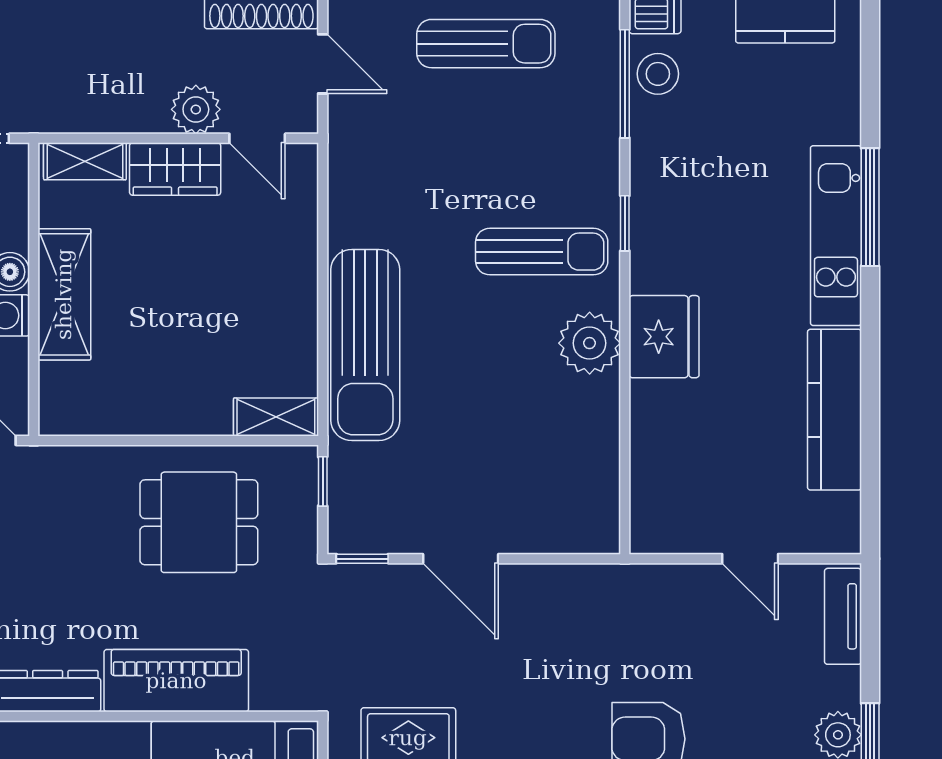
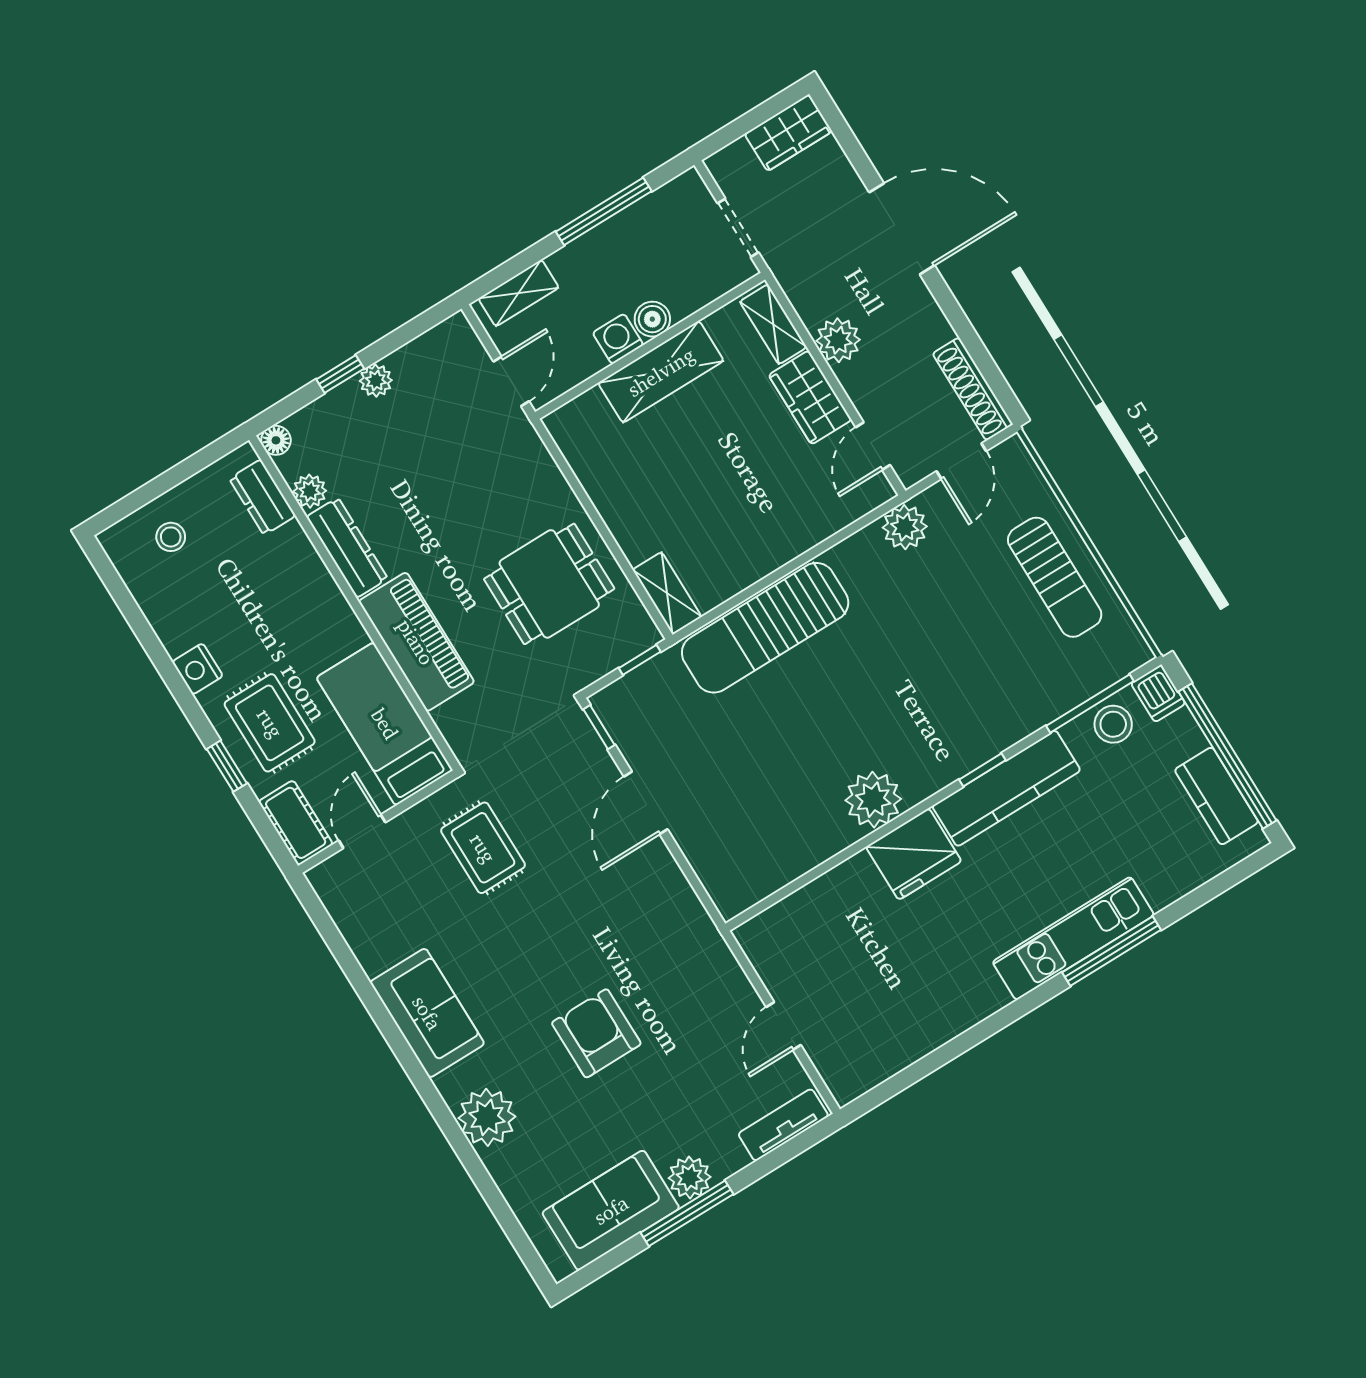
plant: (196, 109) -> (838, 340), moved
plant: (352, 155) -> (905, 527), added
sun lounger: (542, 252) -> (921, 719), removed
kitchen counter: (834, 410) -> (1006, 788), moved, turned 180
dining table: (199, 522) -> (549, 584), turned 90

